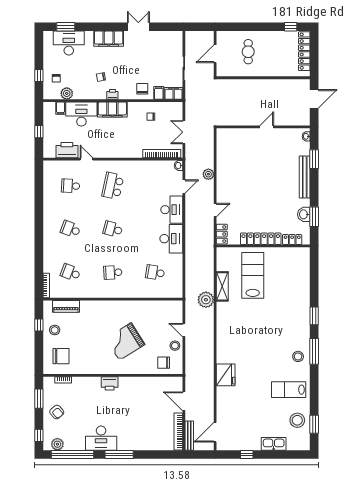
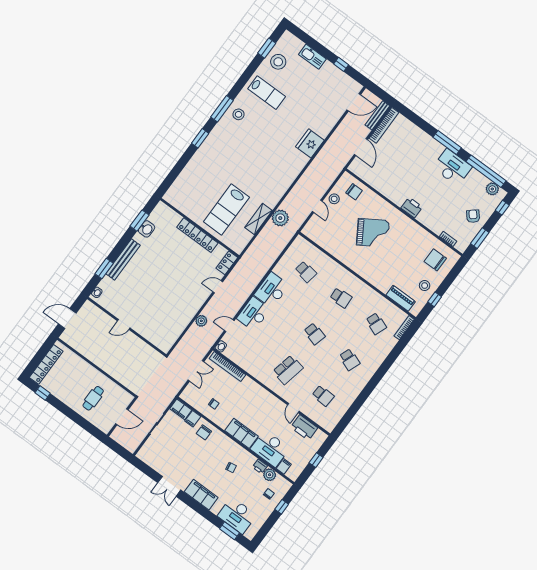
printer: (112, 94) -> (260, 466), moved
locker: (292, 240) -> (172, 215), removed

